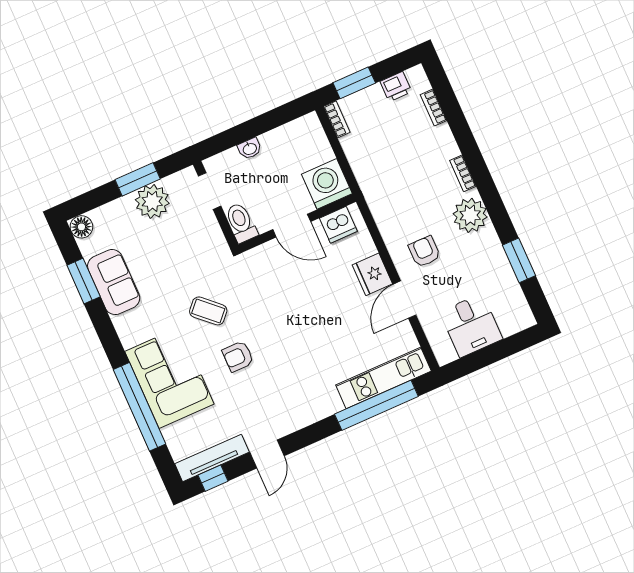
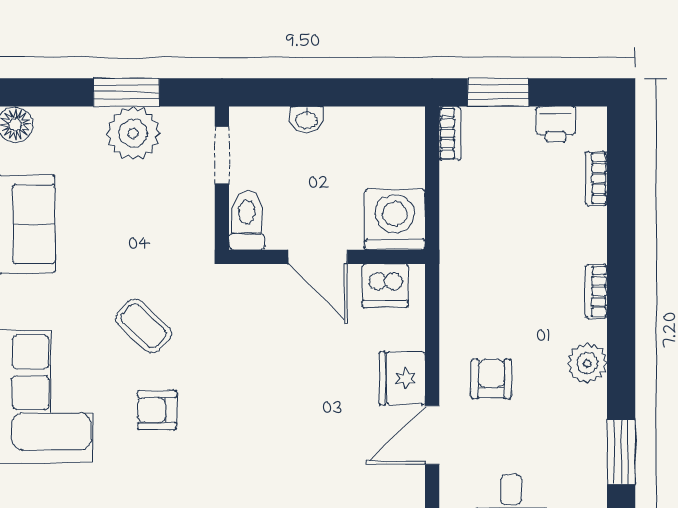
plant: (470, 215) -> (587, 363), width x0.73, depth x0.73

